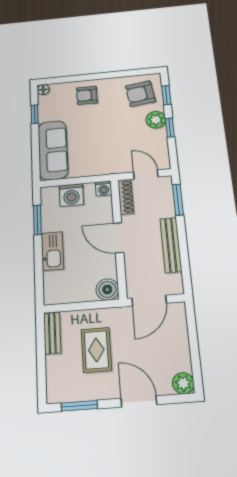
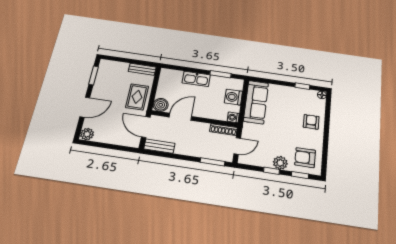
armchair: (140, 94) -> (305, 158), turned -82
sofa: (53, 150) -> (256, 102), moved, turned -90
door: (119, 238) -> (180, 117), moved
bench: (171, 245) -> (159, 146), moved, width x0.73
rug: (96, 350) -> (137, 97), moved, turned 90

